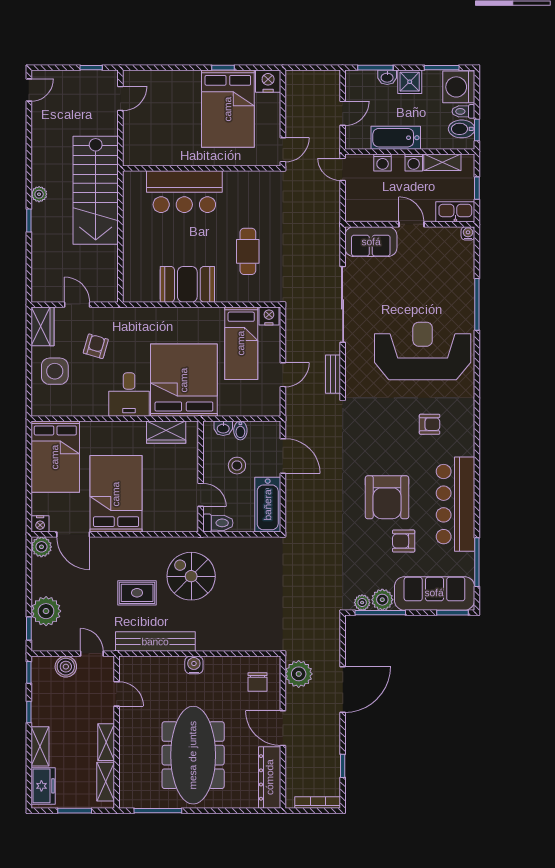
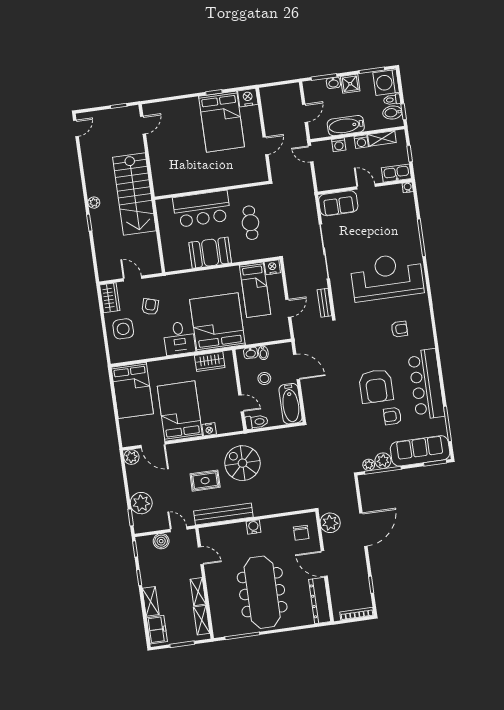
wall: (202, 168) -> (212, 190), moved
bar counter: (184, 192) -> (202, 209), moved
nightstand: (40, 524) -> (209, 429), moved

